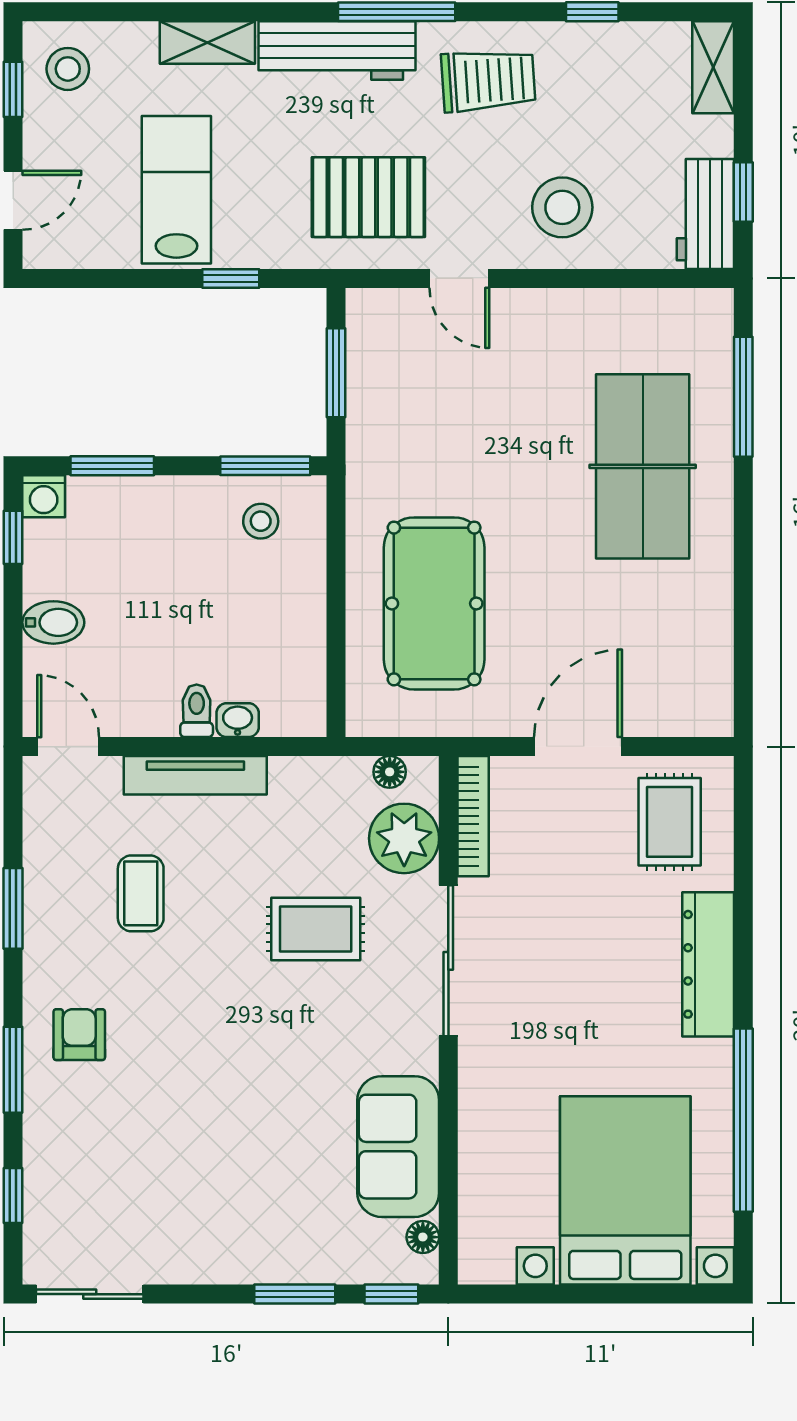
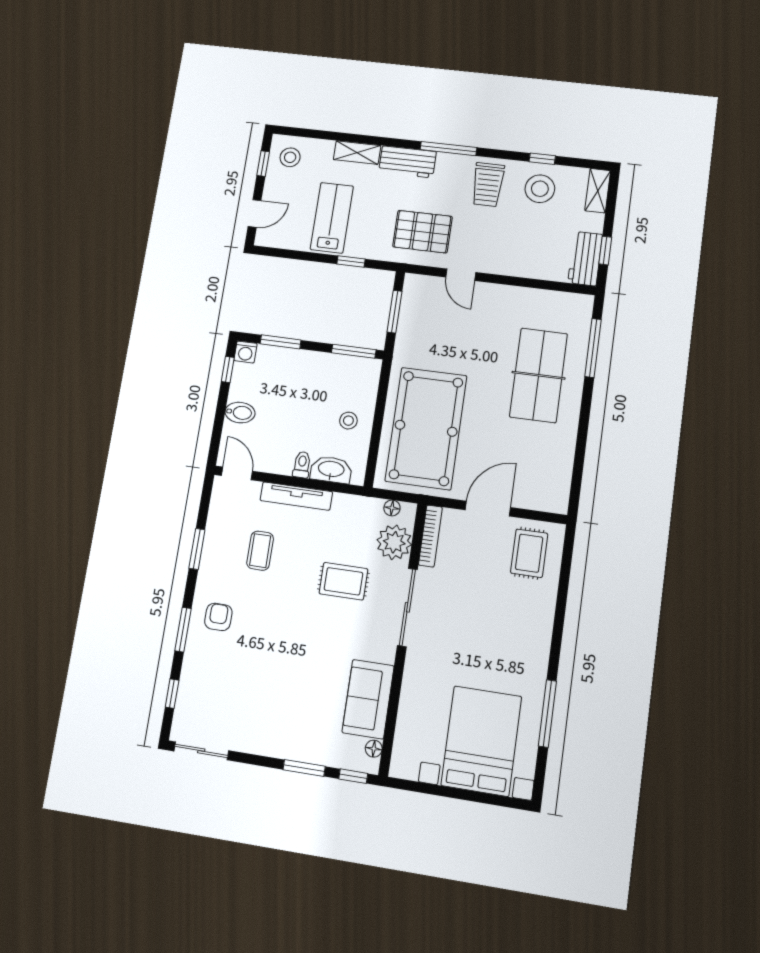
workbench: (337, 50) -> (407, 162), width x0.73
trolley: (488, 80) -> (488, 185), turned 94
stool: (562, 207) -> (540, 189), moved
stool: (261, 521) -> (348, 421), moved
pool table: (434, 603) -> (426, 428), width x1.36, depth x1.32
washbasin: (238, 720) -> (331, 470), width x1.91, depth x1.45
dresser: (708, 964) -> (540, 629), removed
window: (743, 1120) -> (547, 713), width x0.68

